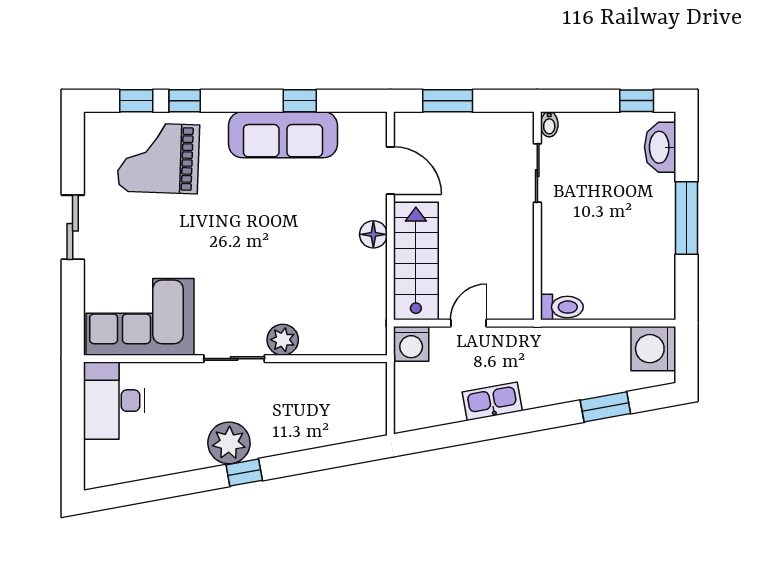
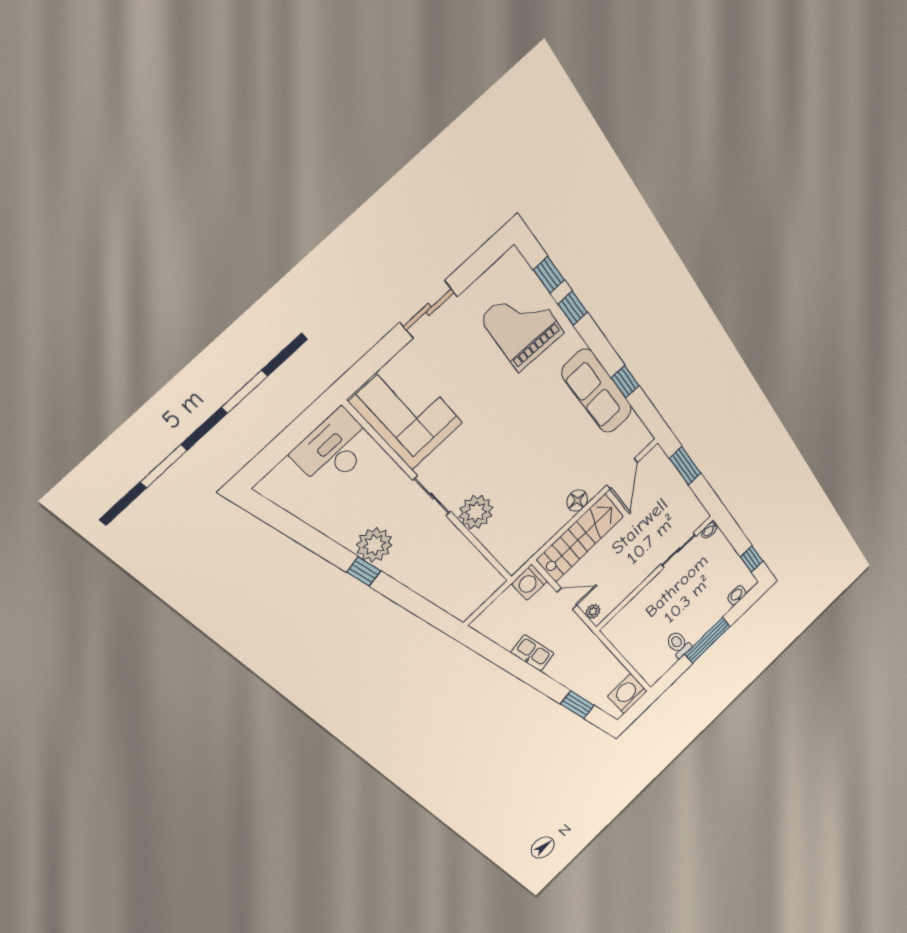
washbasin: (660, 147) -> (737, 595), width x0.52, depth x0.69
toilet: (562, 307) -> (679, 644), moved, turned 180
plant: (512, 309) -> (593, 611), added
plant: (283, 340) -> (476, 512), width x1.36, depth x1.36

